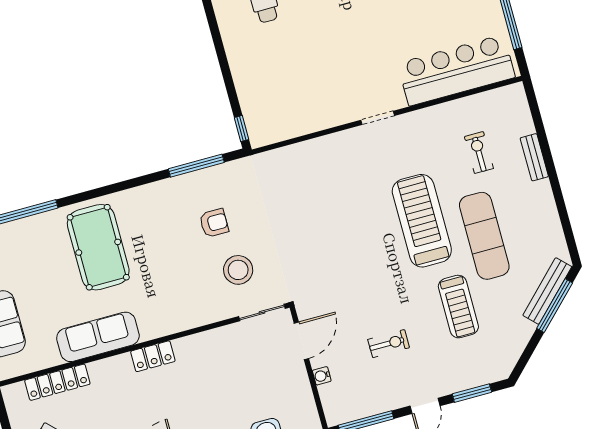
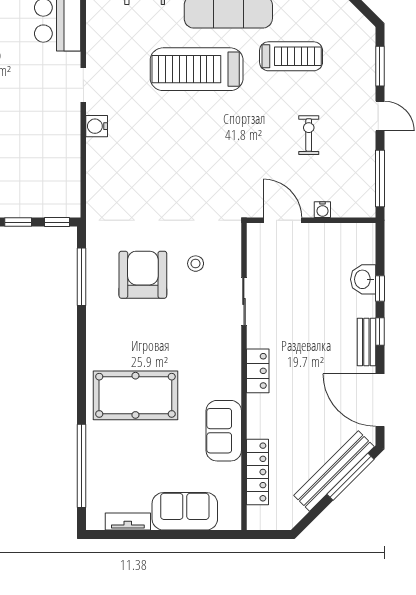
window: (231, 92) -> (18, 222), added
water cooler: (342, 141) -> (97, 126), added
armchair: (214, 223) -> (143, 275), width x1.88, depth x1.88
stool: (238, 270) -> (196, 264), width x0.53, depth x0.53
sliding door: (262, 312) -> (244, 301), moved
sofa: (98, 337) -> (224, 431), width x0.73

